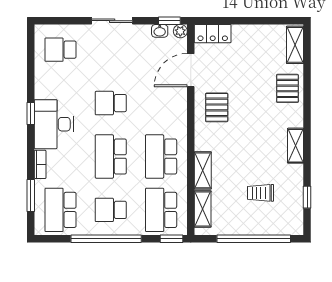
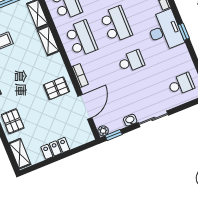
washbasin: (160, 31) -> (130, 120), moved
locker: (213, 34) -> (55, 148), moved
pallet: (217, 107) -> (56, 88), turned 90
bookcase: (181, 111) -> (80, 75), added

